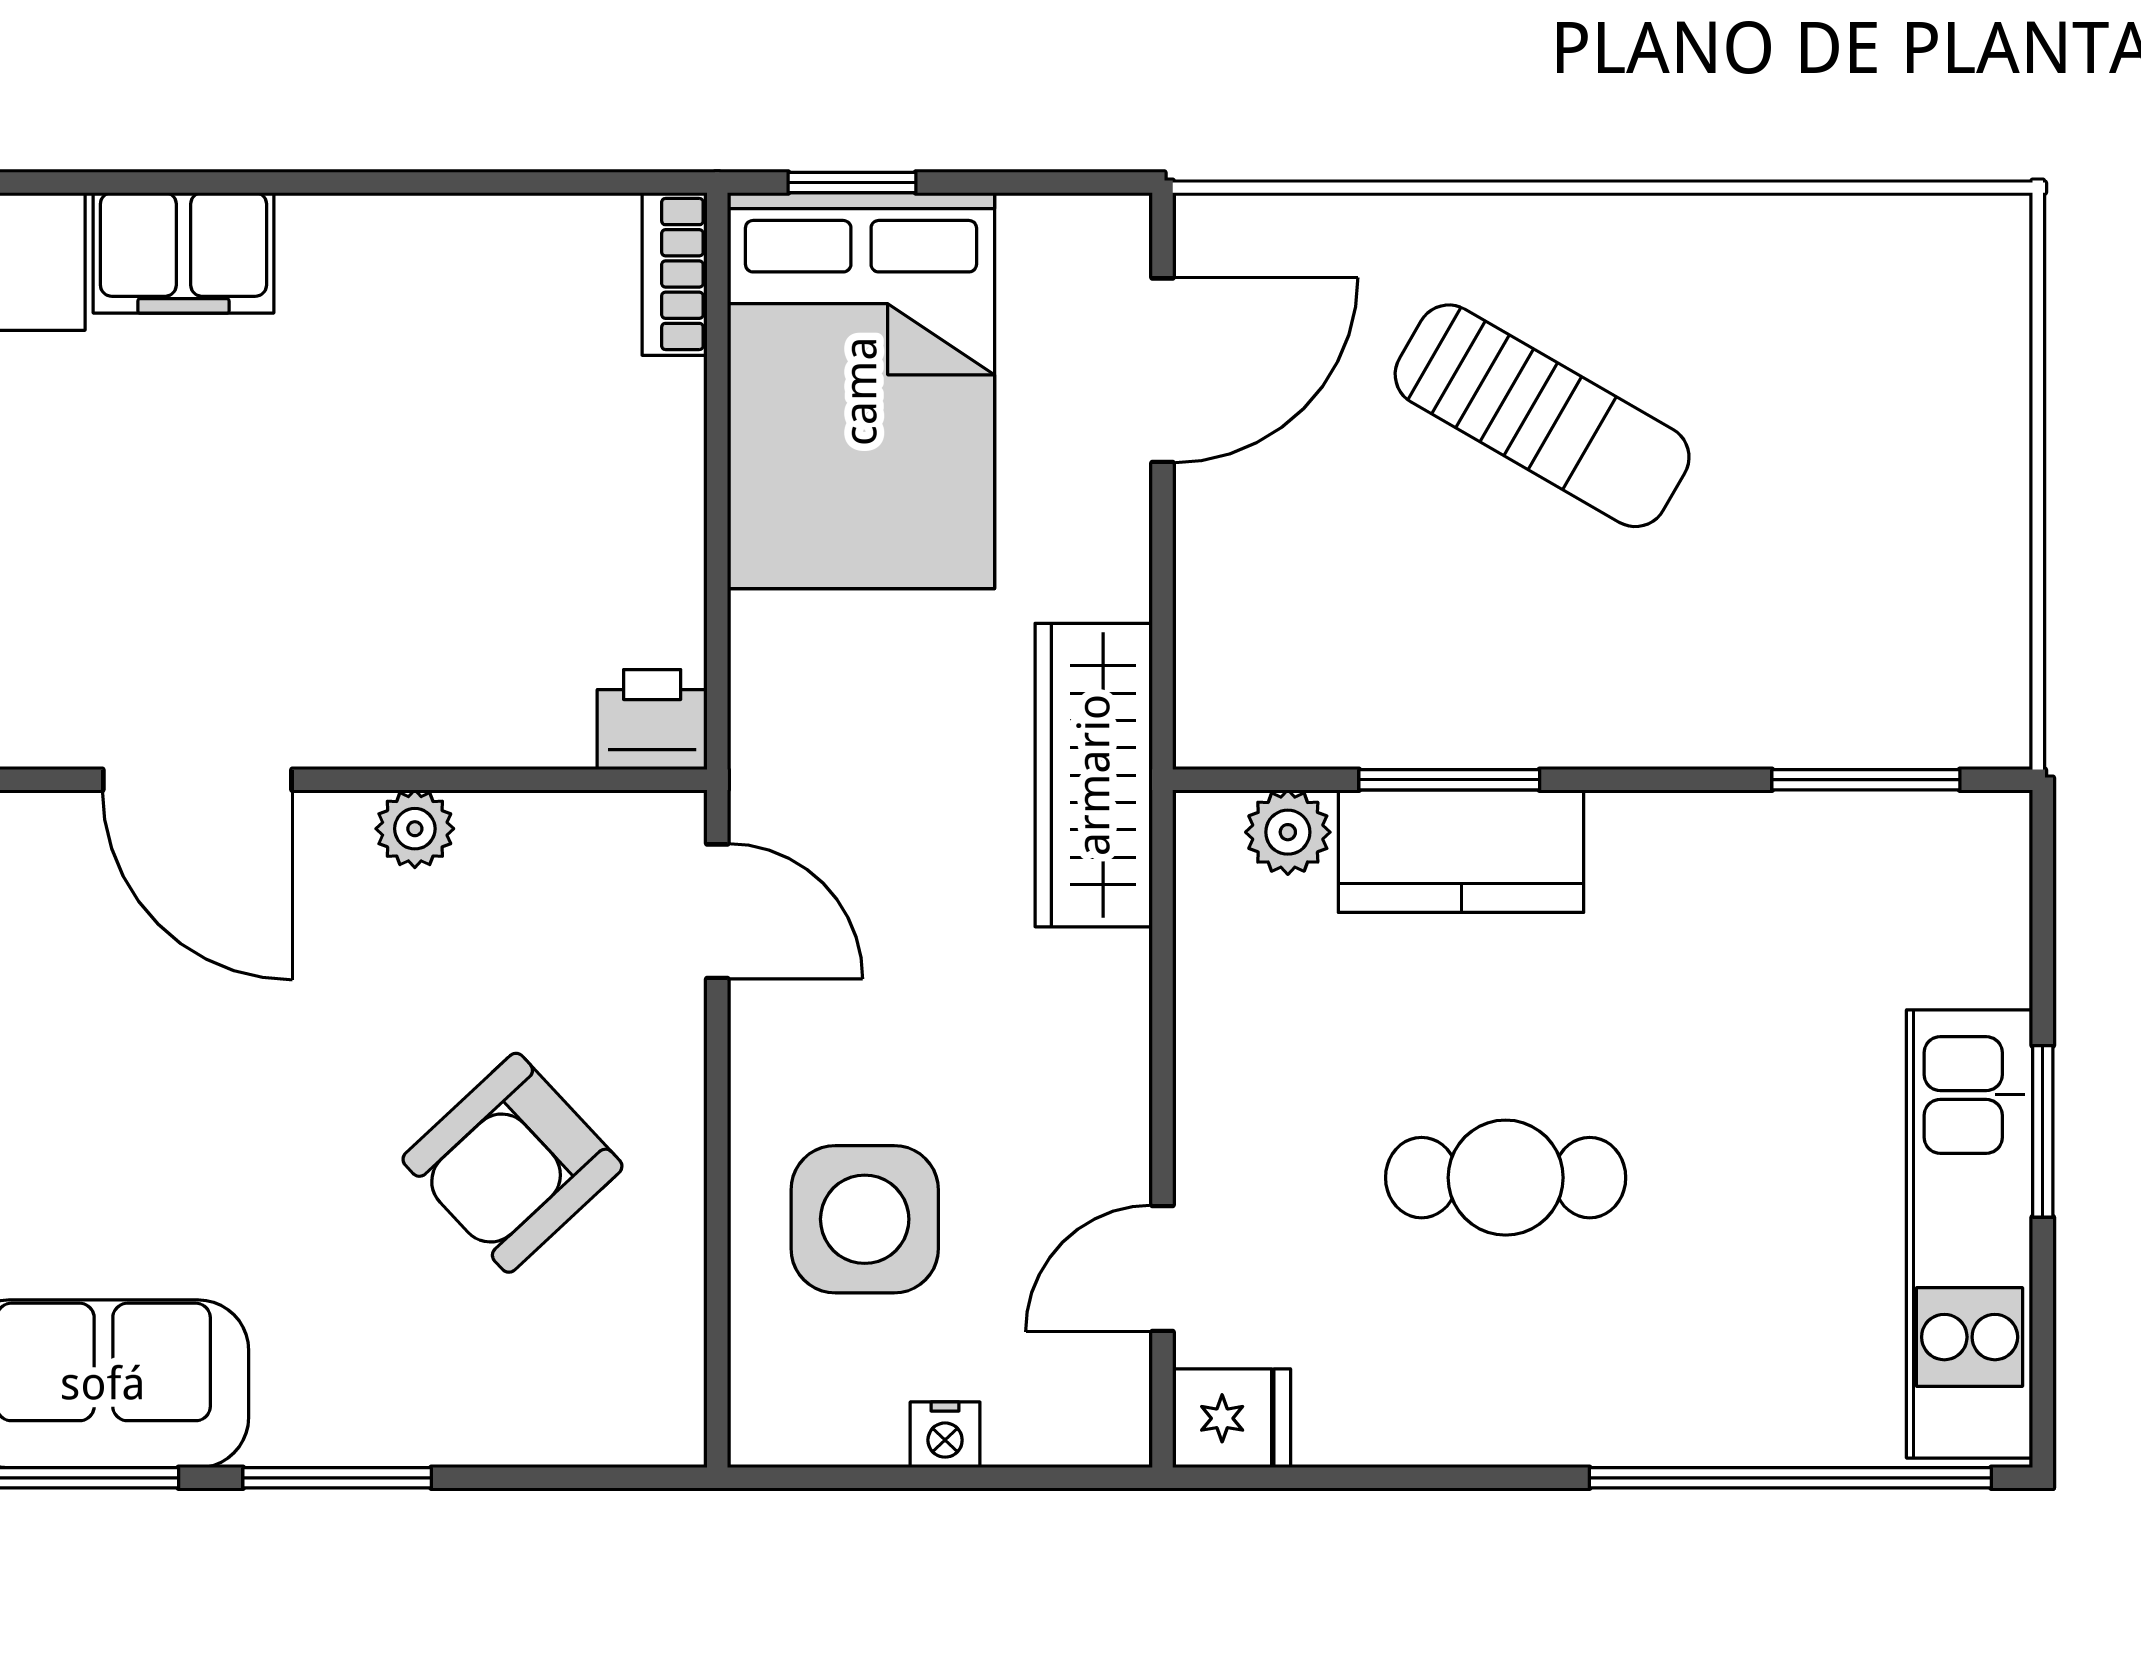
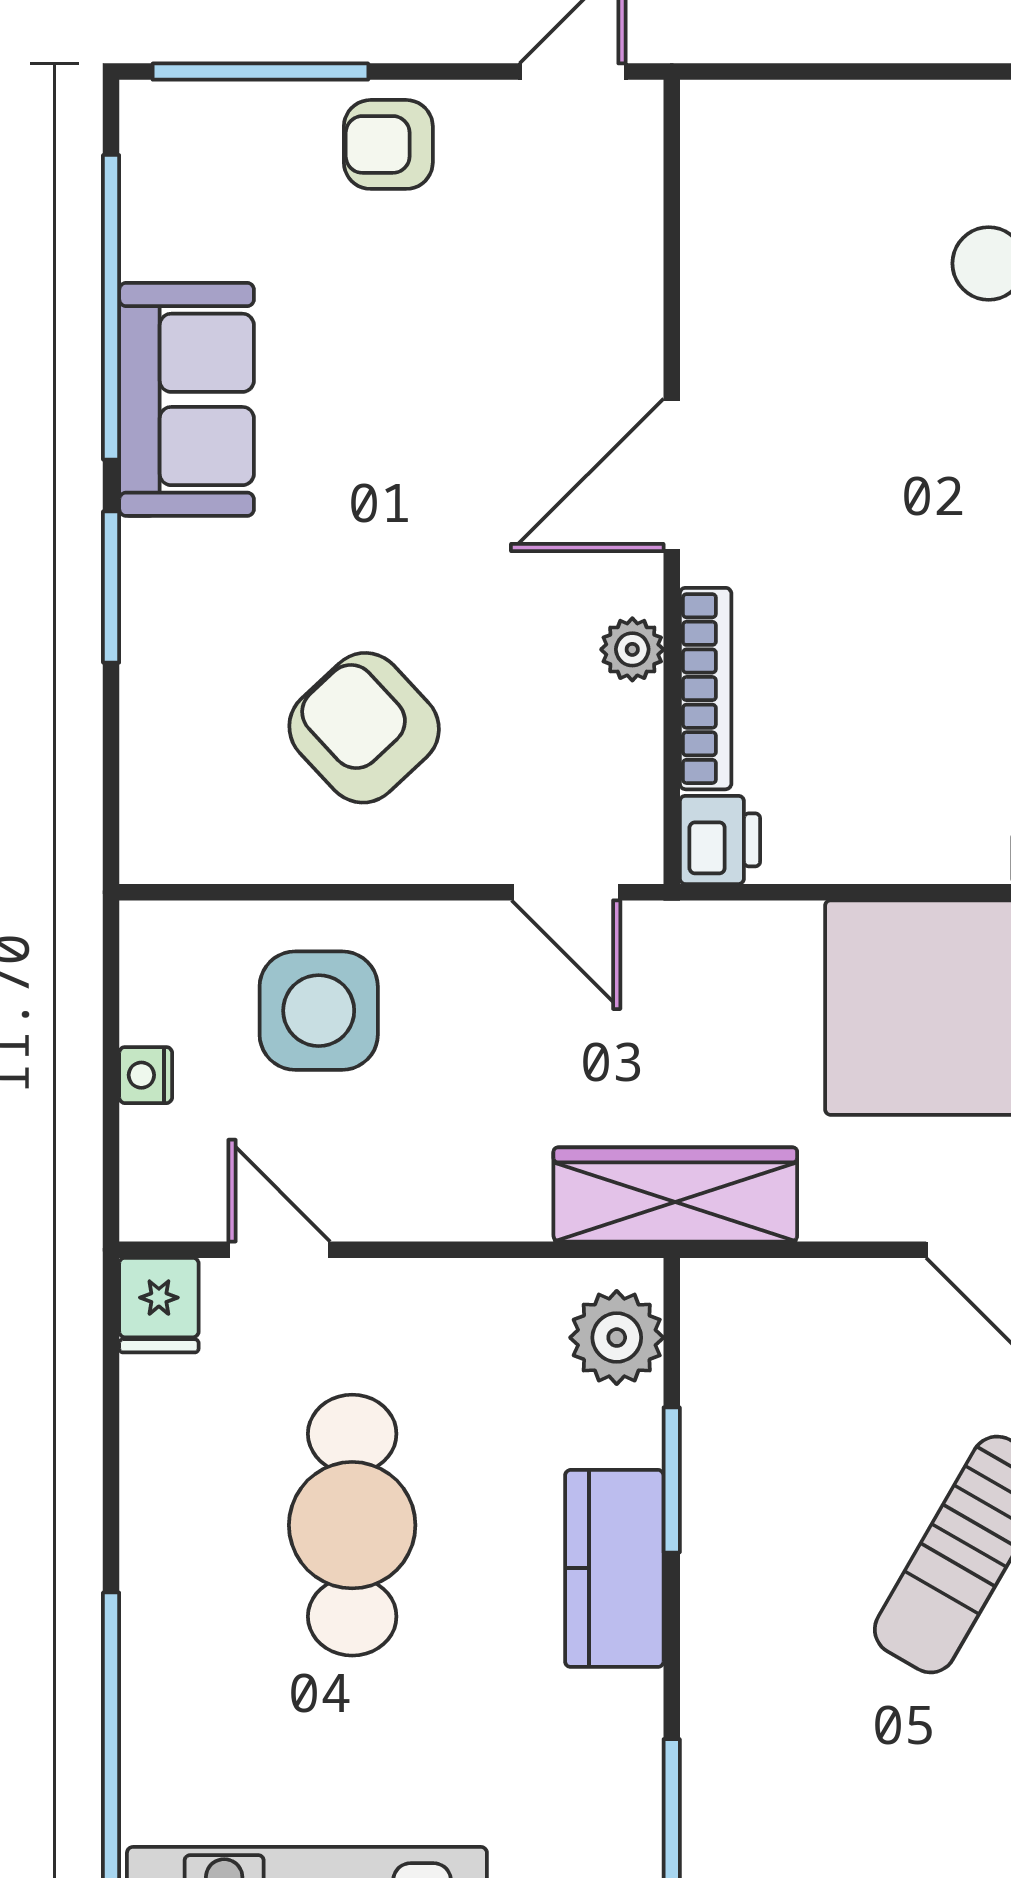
bookcase: (464, 737) -> (706, 689), added
plant: (1288, 832) -> (617, 1338), width x1.38, depth x1.38
kitchen counter: (1461, 851) -> (614, 1568), moved
door: (717, 911) -> (566, 892), hinge flipped
cafe table: (1506, 1178) -> (352, 1525), width x1.37, depth x1.35

